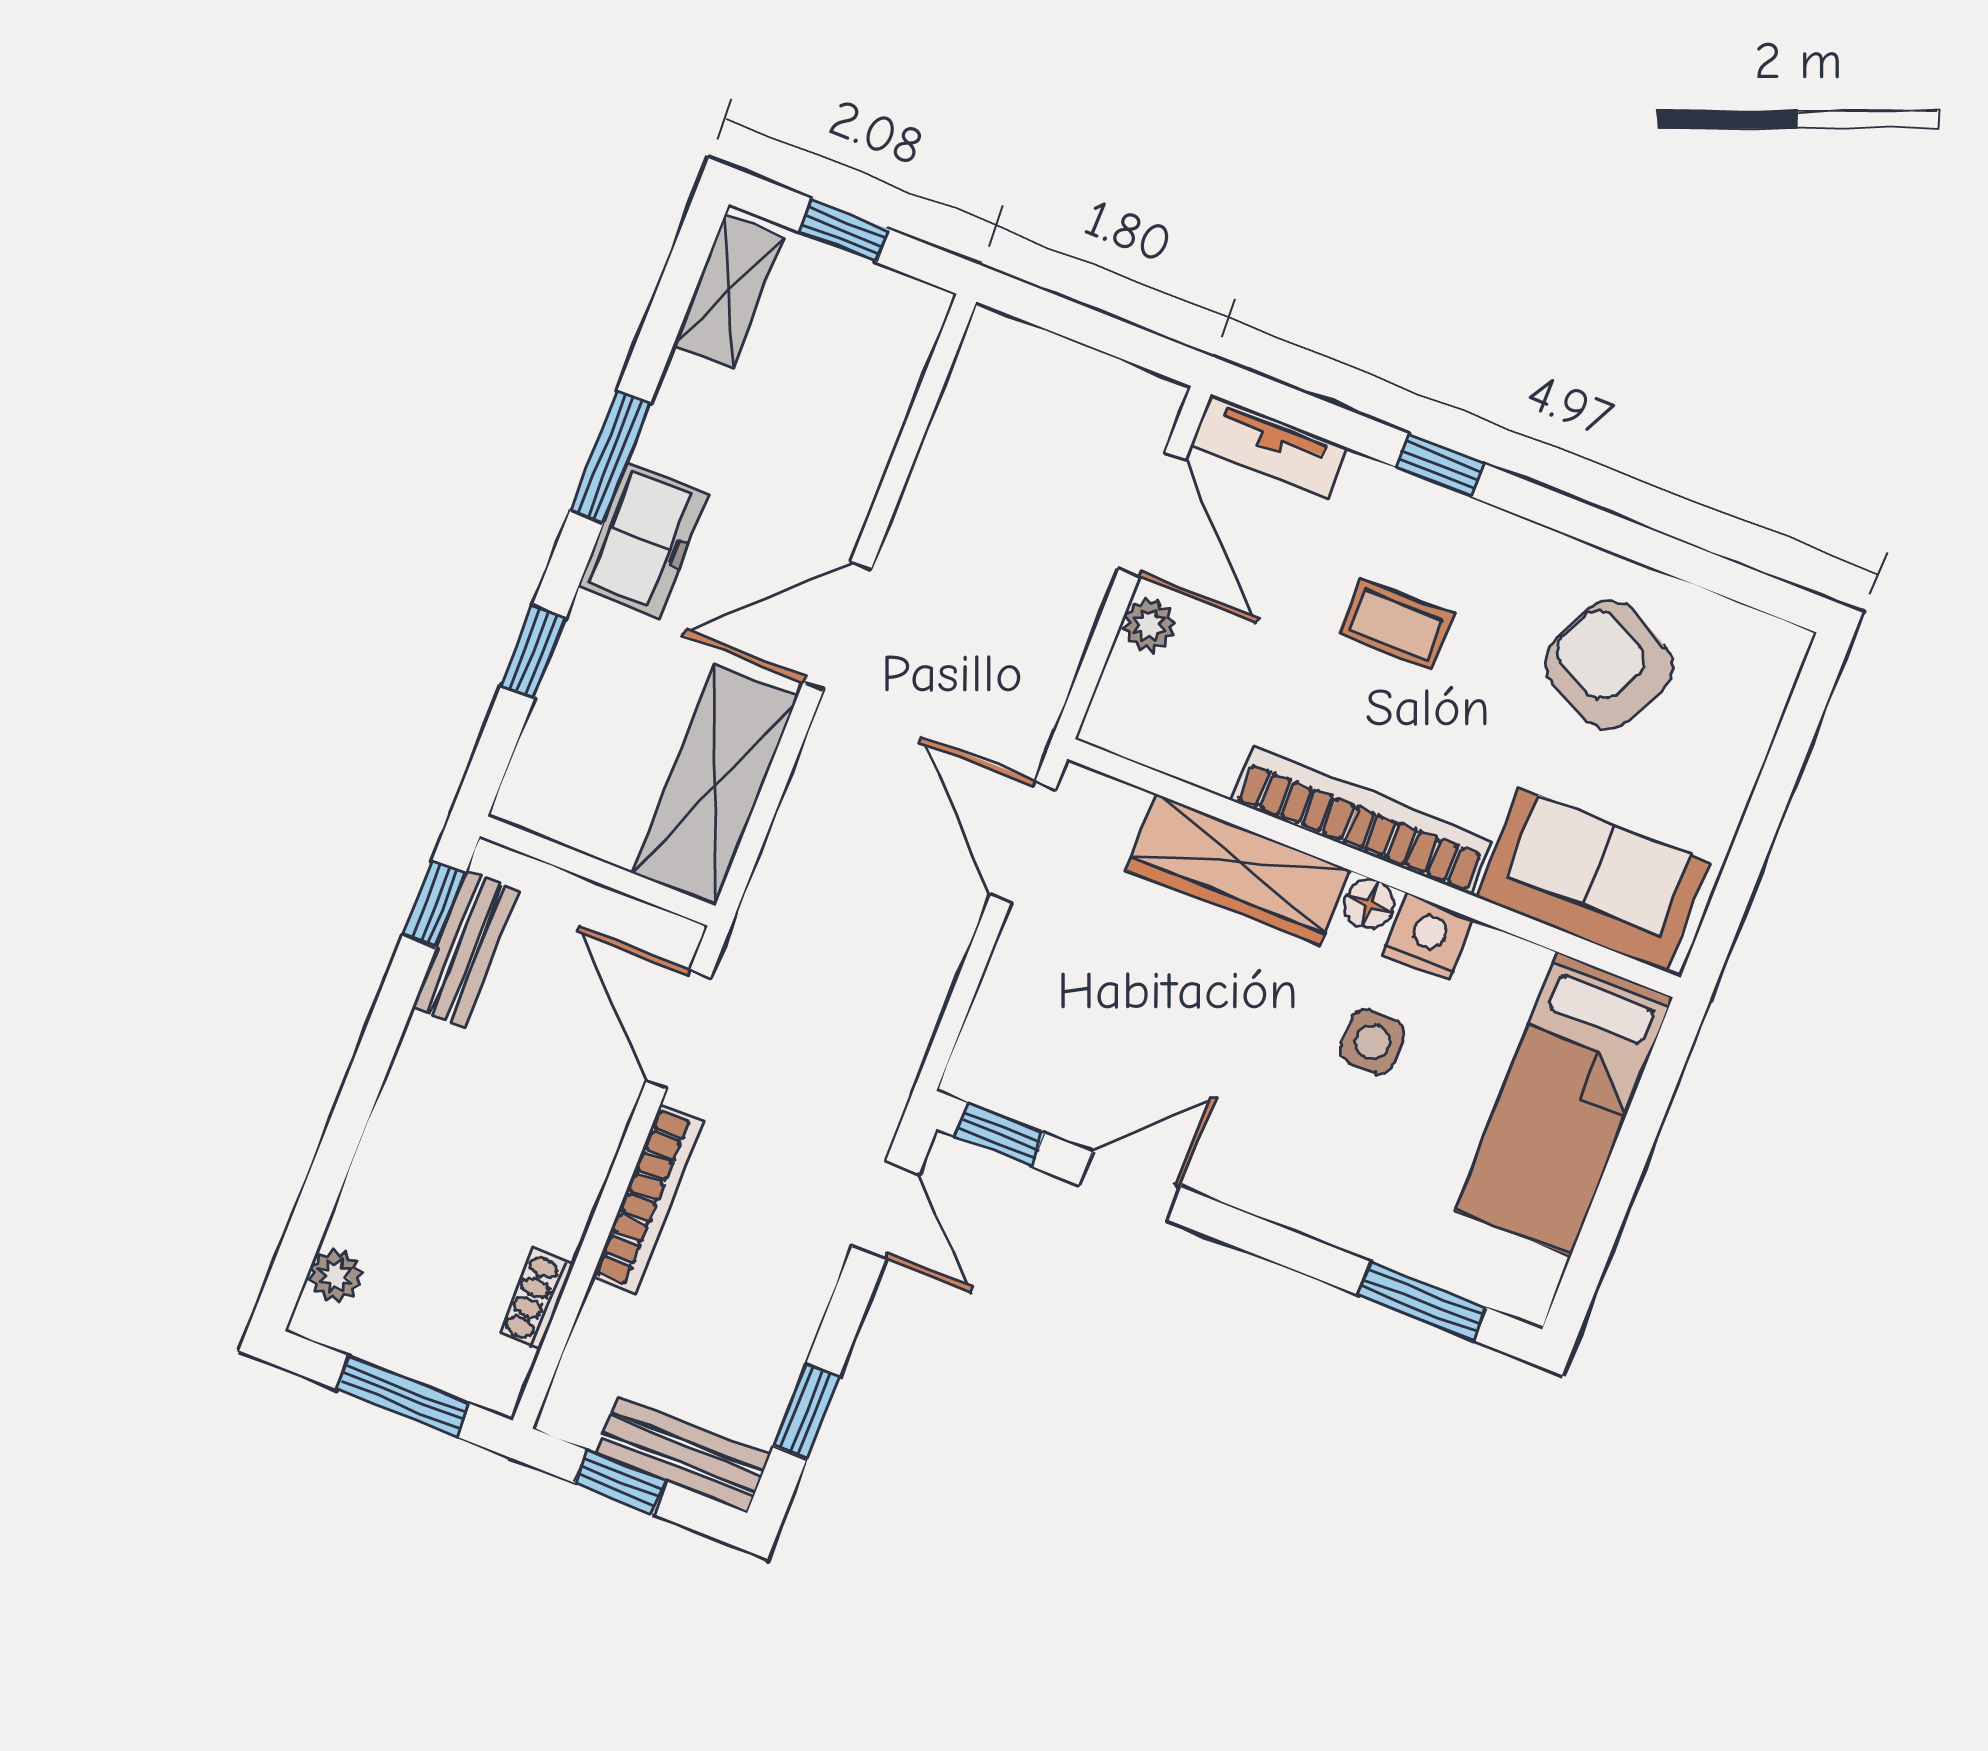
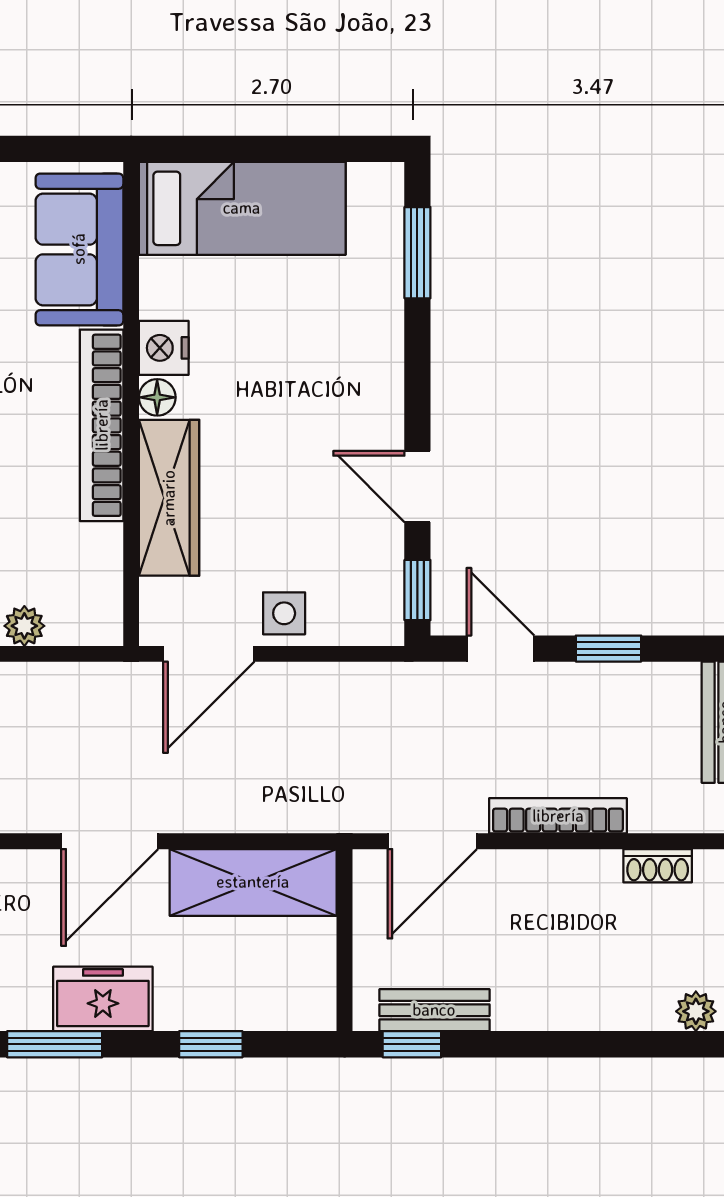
door: (837, 626) -> (110, 841), hinge flipped
side table: (1372, 1042) -> (284, 613), moved
door: (886, 1210) -> (500, 649), hinge flipped
window: (806, 1412) -> (608, 649), moved

